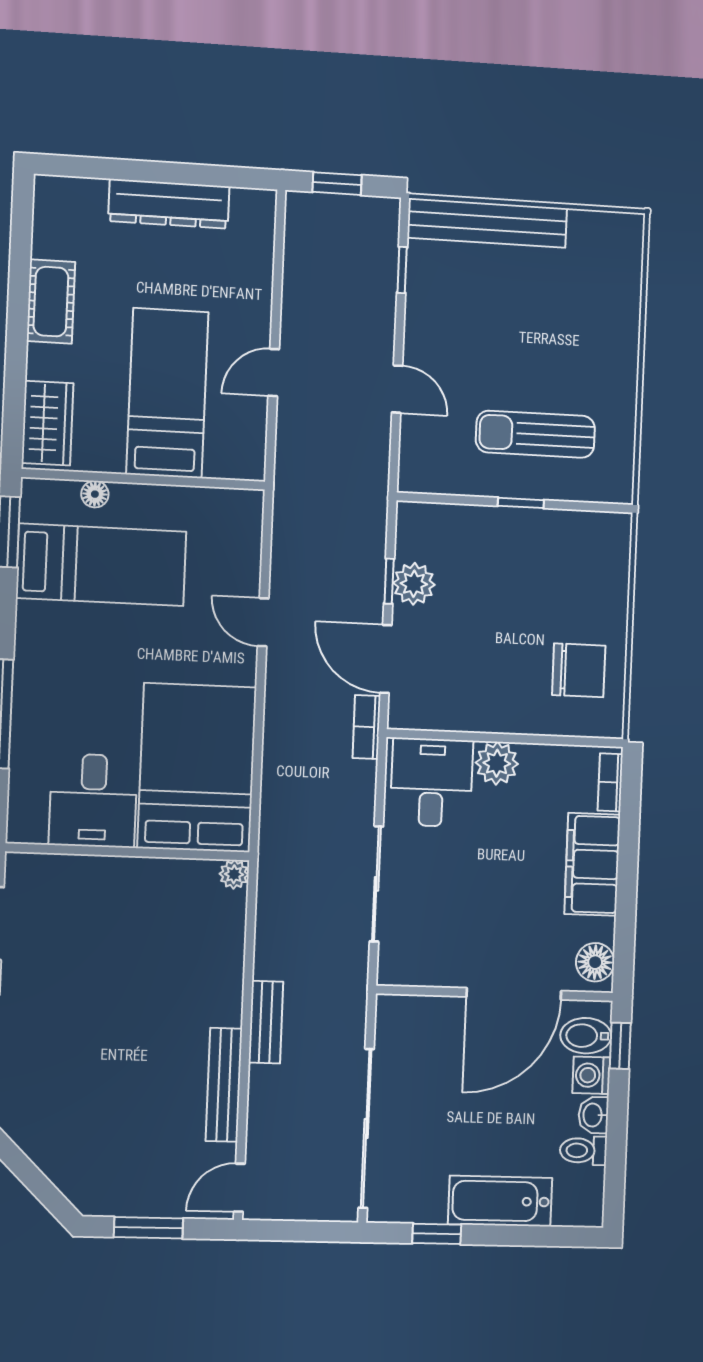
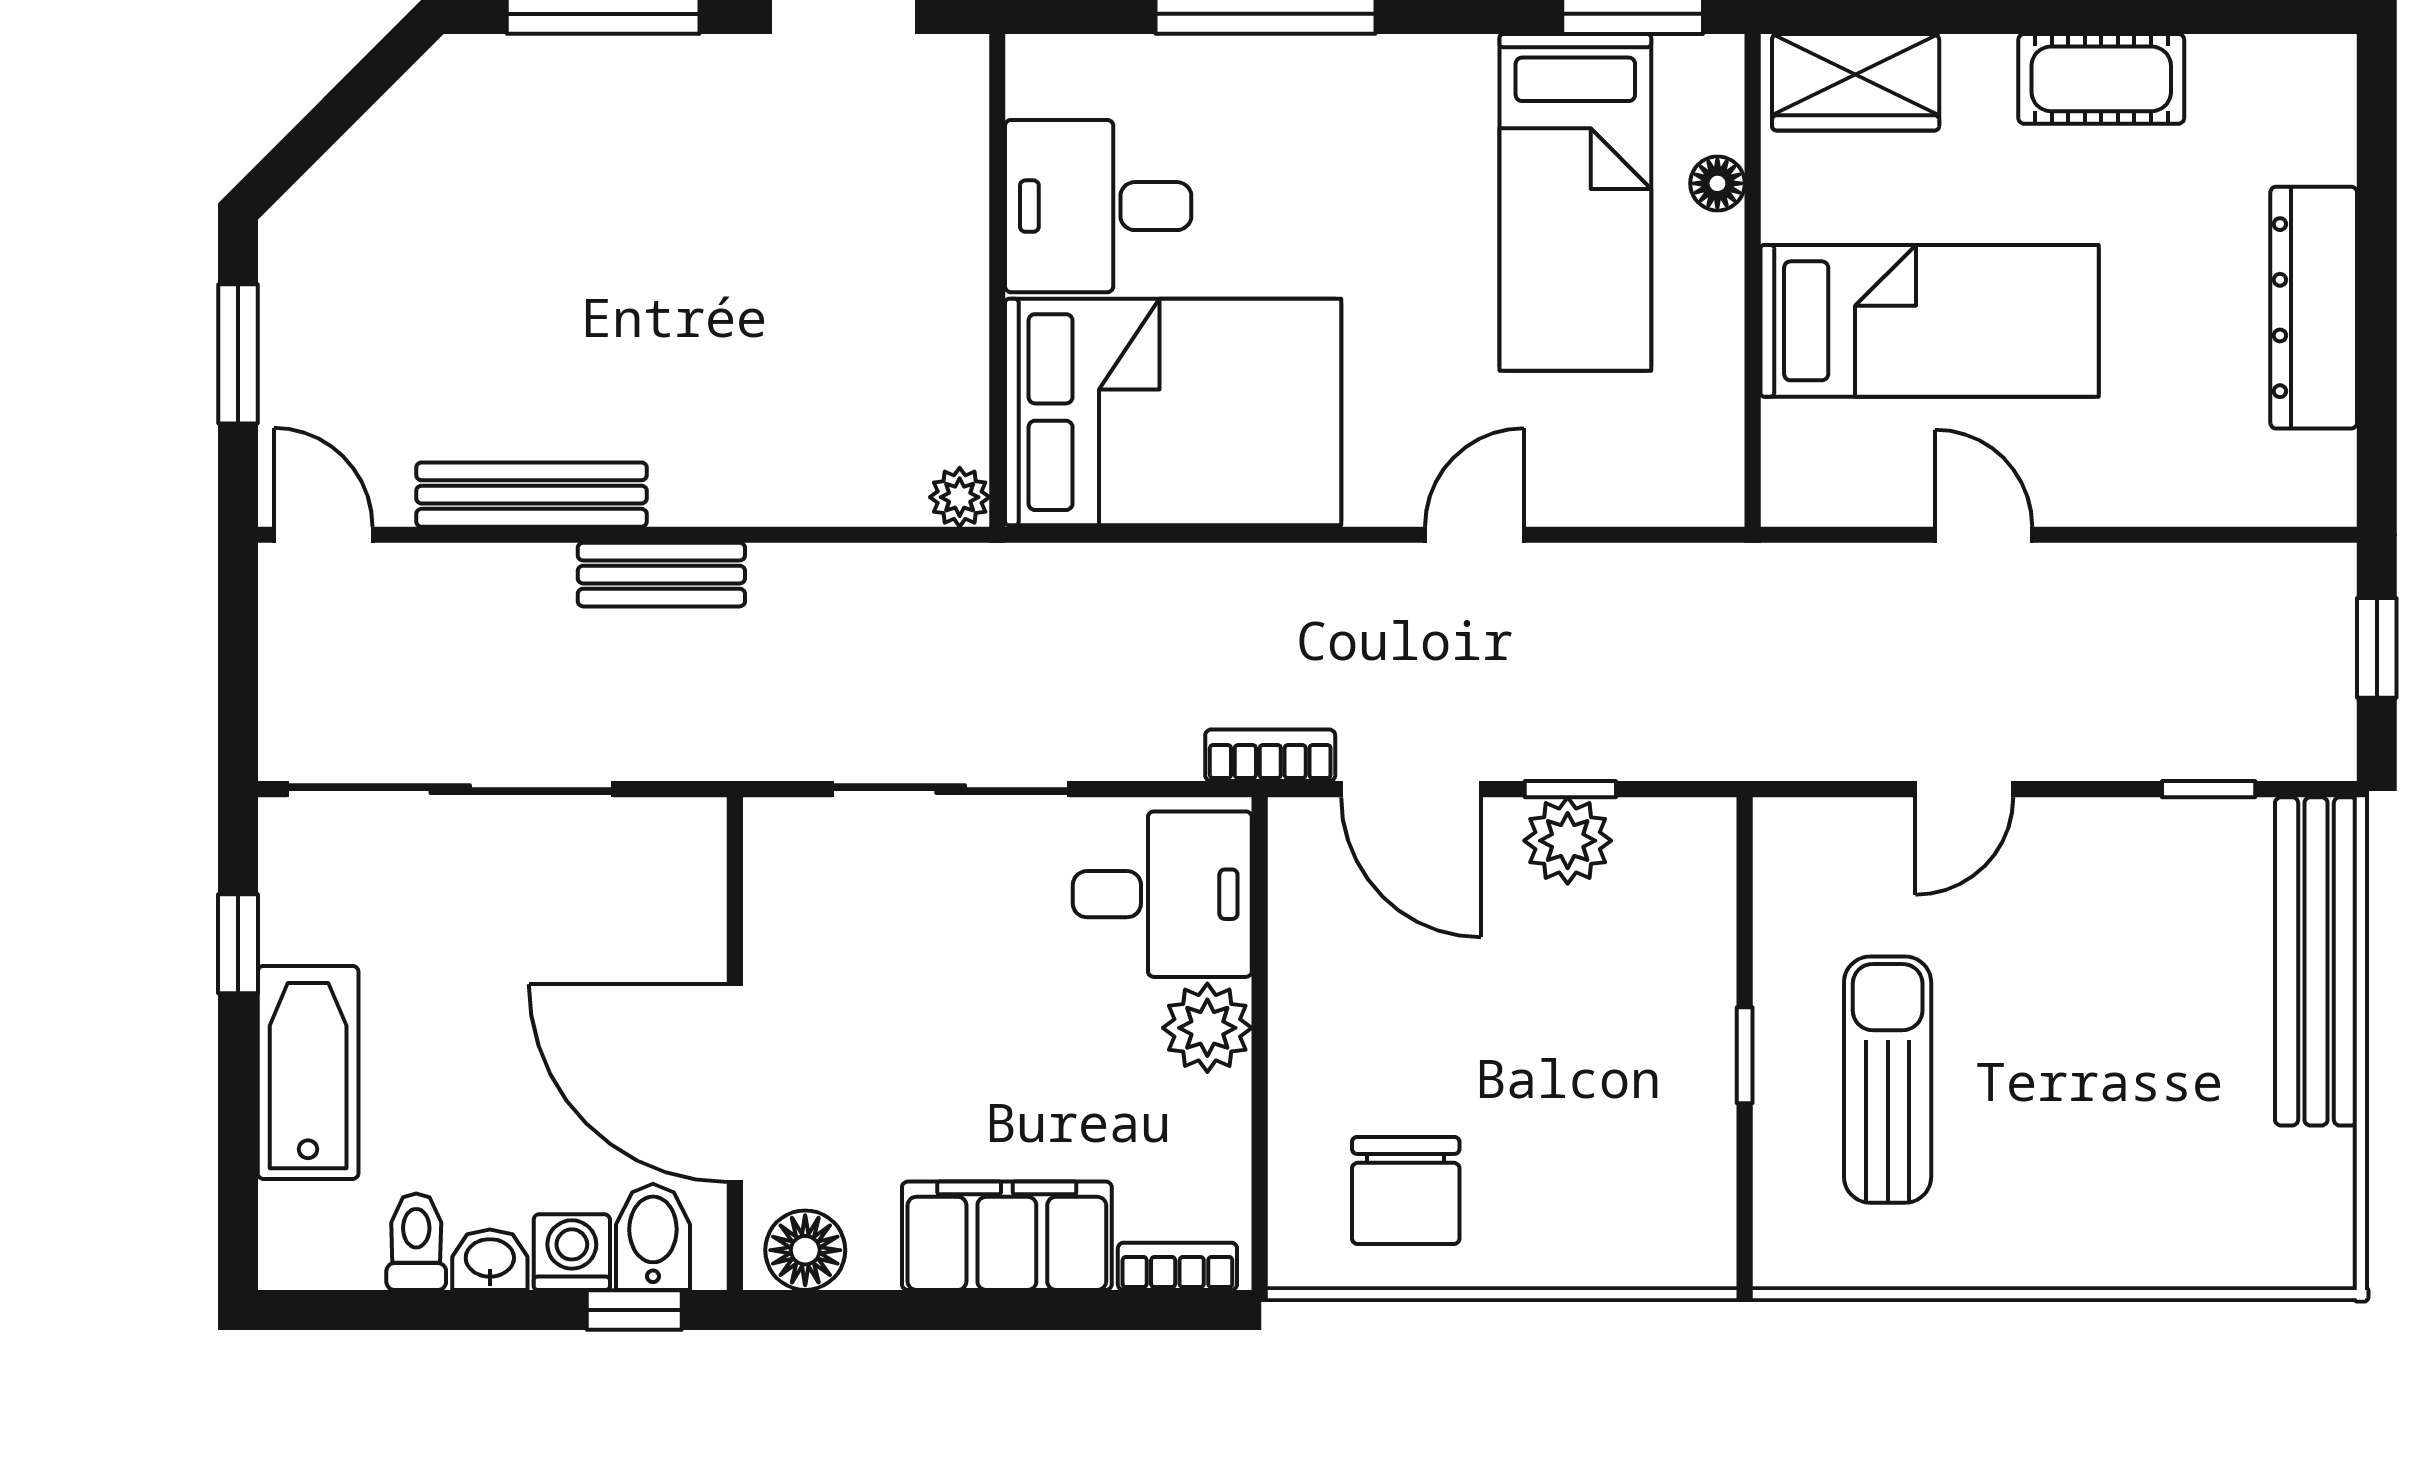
door: (386, 659) -> (1411, 789), swing flipped

